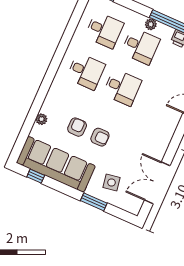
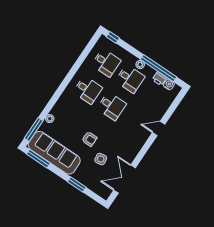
armchair: (77, 127) -> (74, 129), removed
window: (22, 138) -> (34, 130), added
window: (36, 176) -> (38, 159), width x2.17
side table: (111, 182) -> (101, 159), moved

